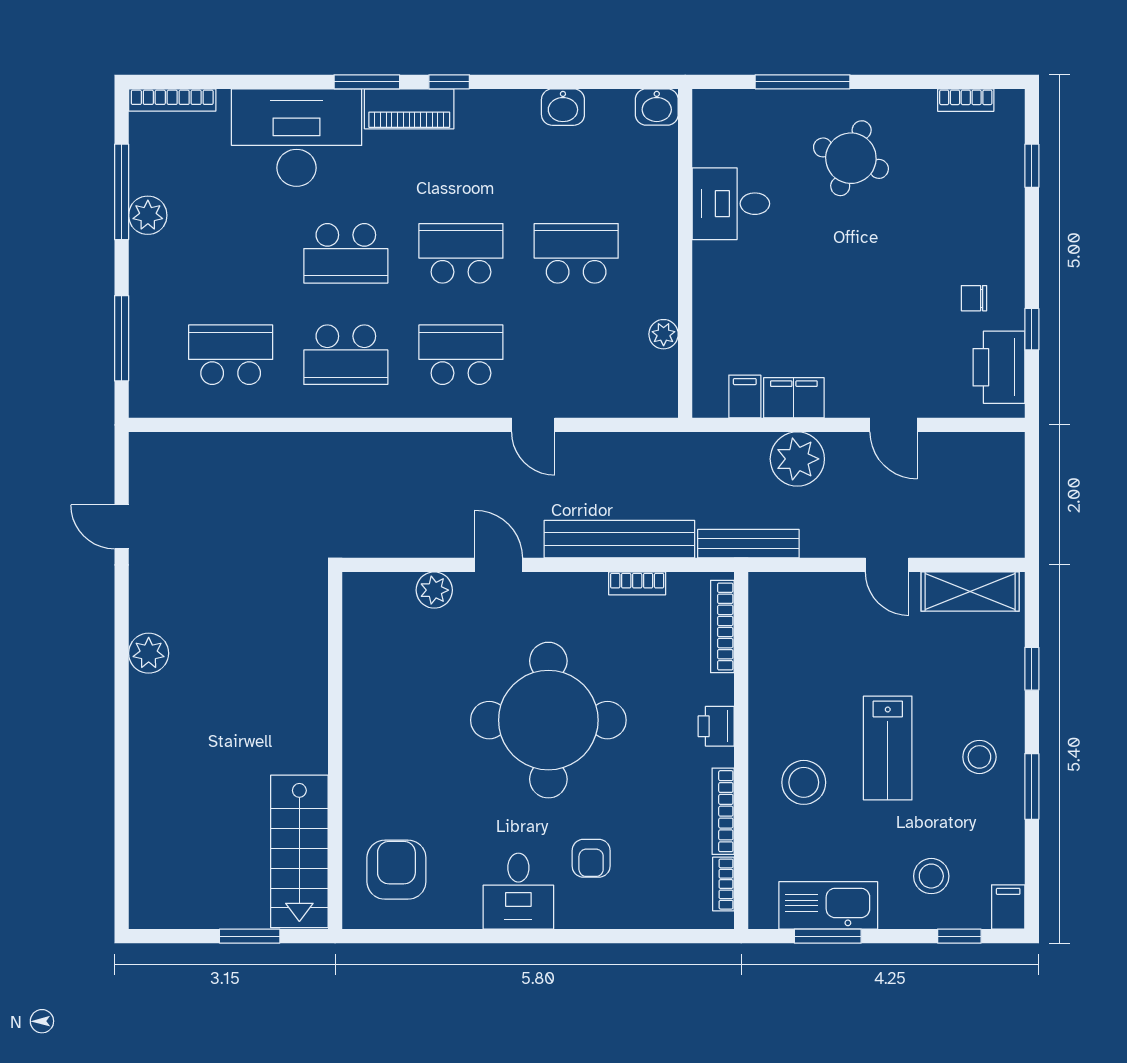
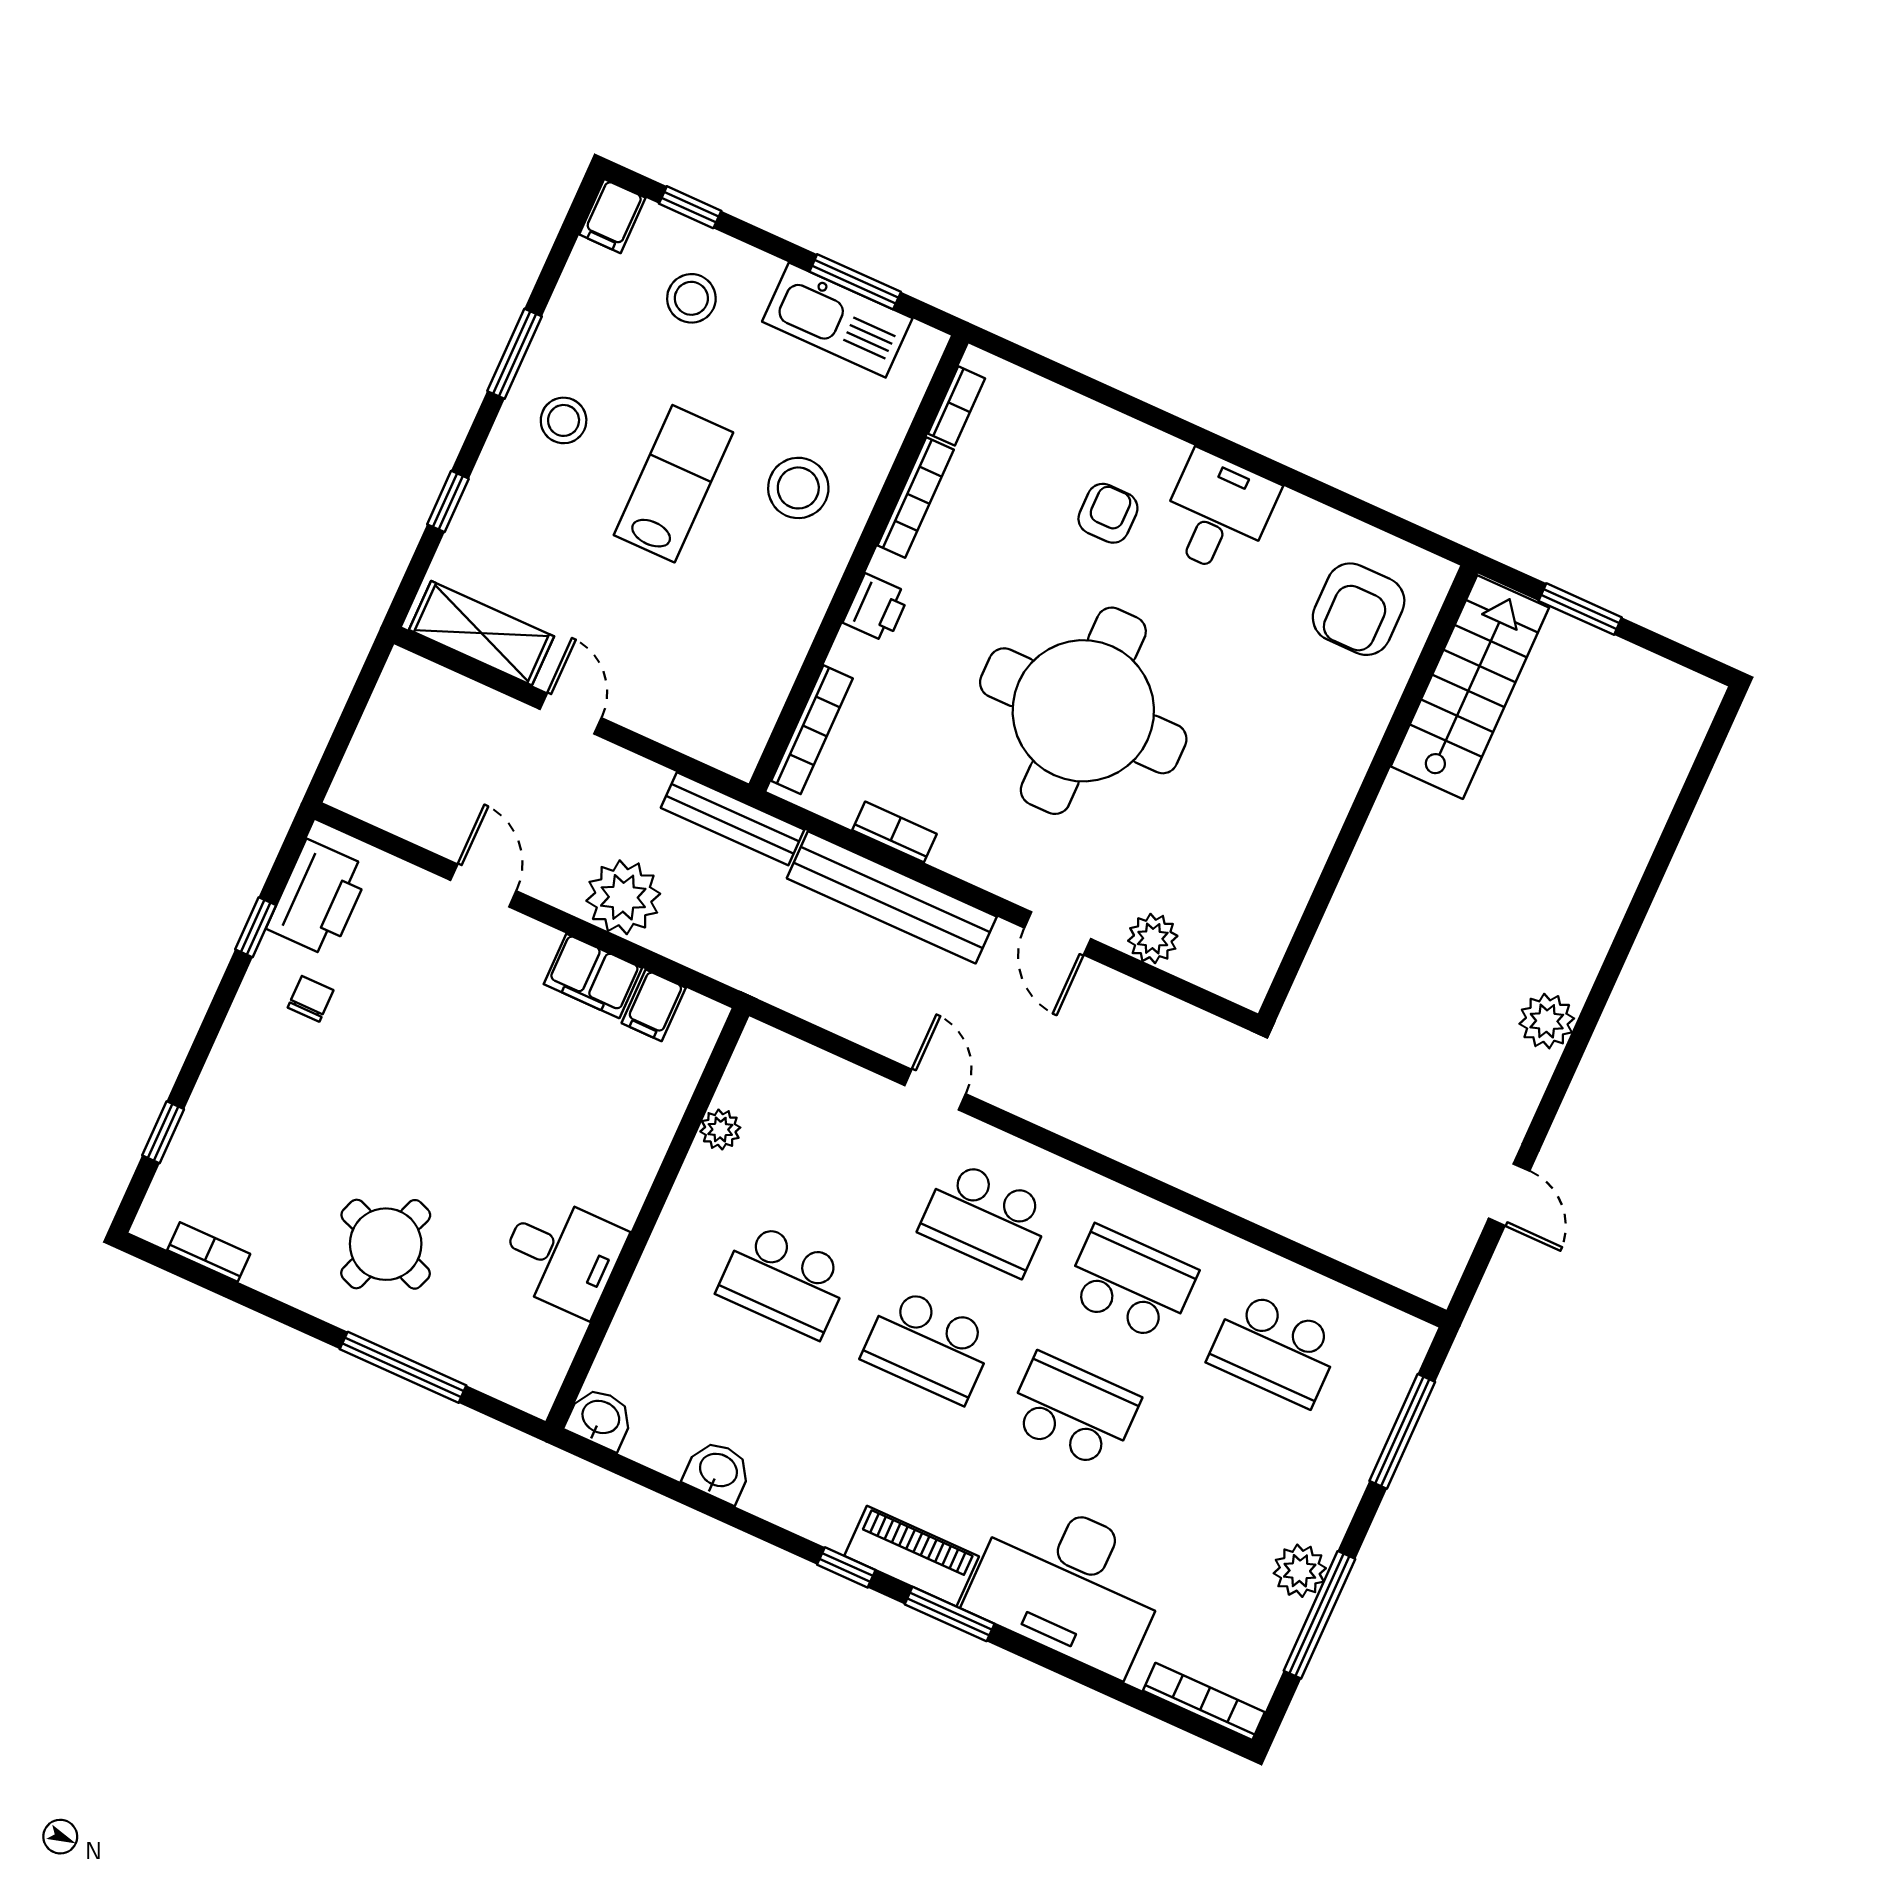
chair: (974, 298) -> (311, 999), turned -90

